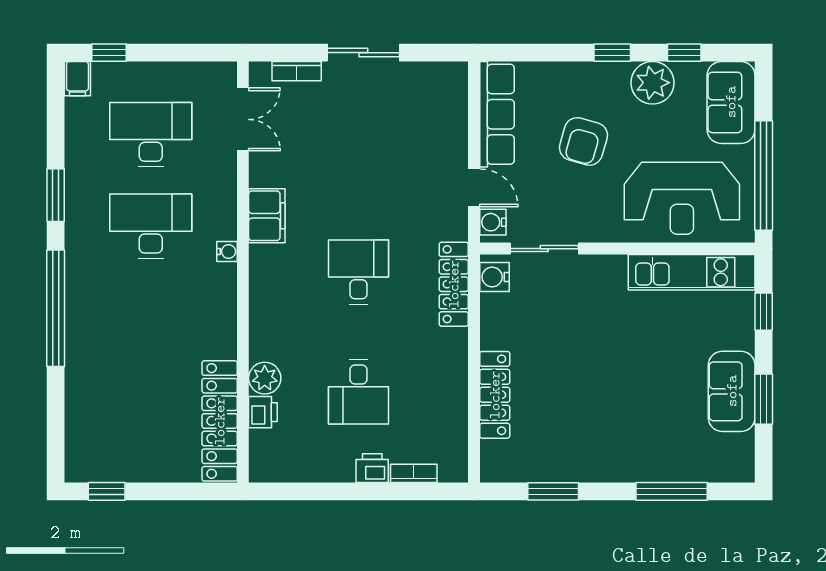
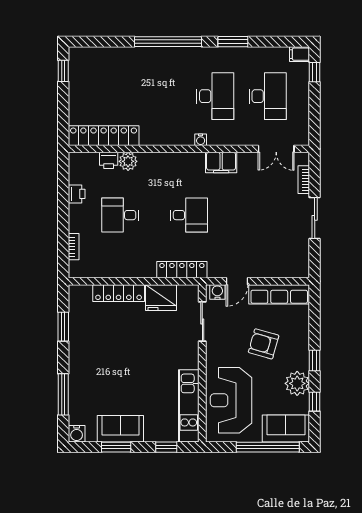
window: (764, 176) -> (268, 447), moved
water cooler: (494, 277) -> (77, 434), moved, turned 180
fridge: (503, 321) -> (161, 298), added
printer: (372, 468) -> (77, 194), moved

